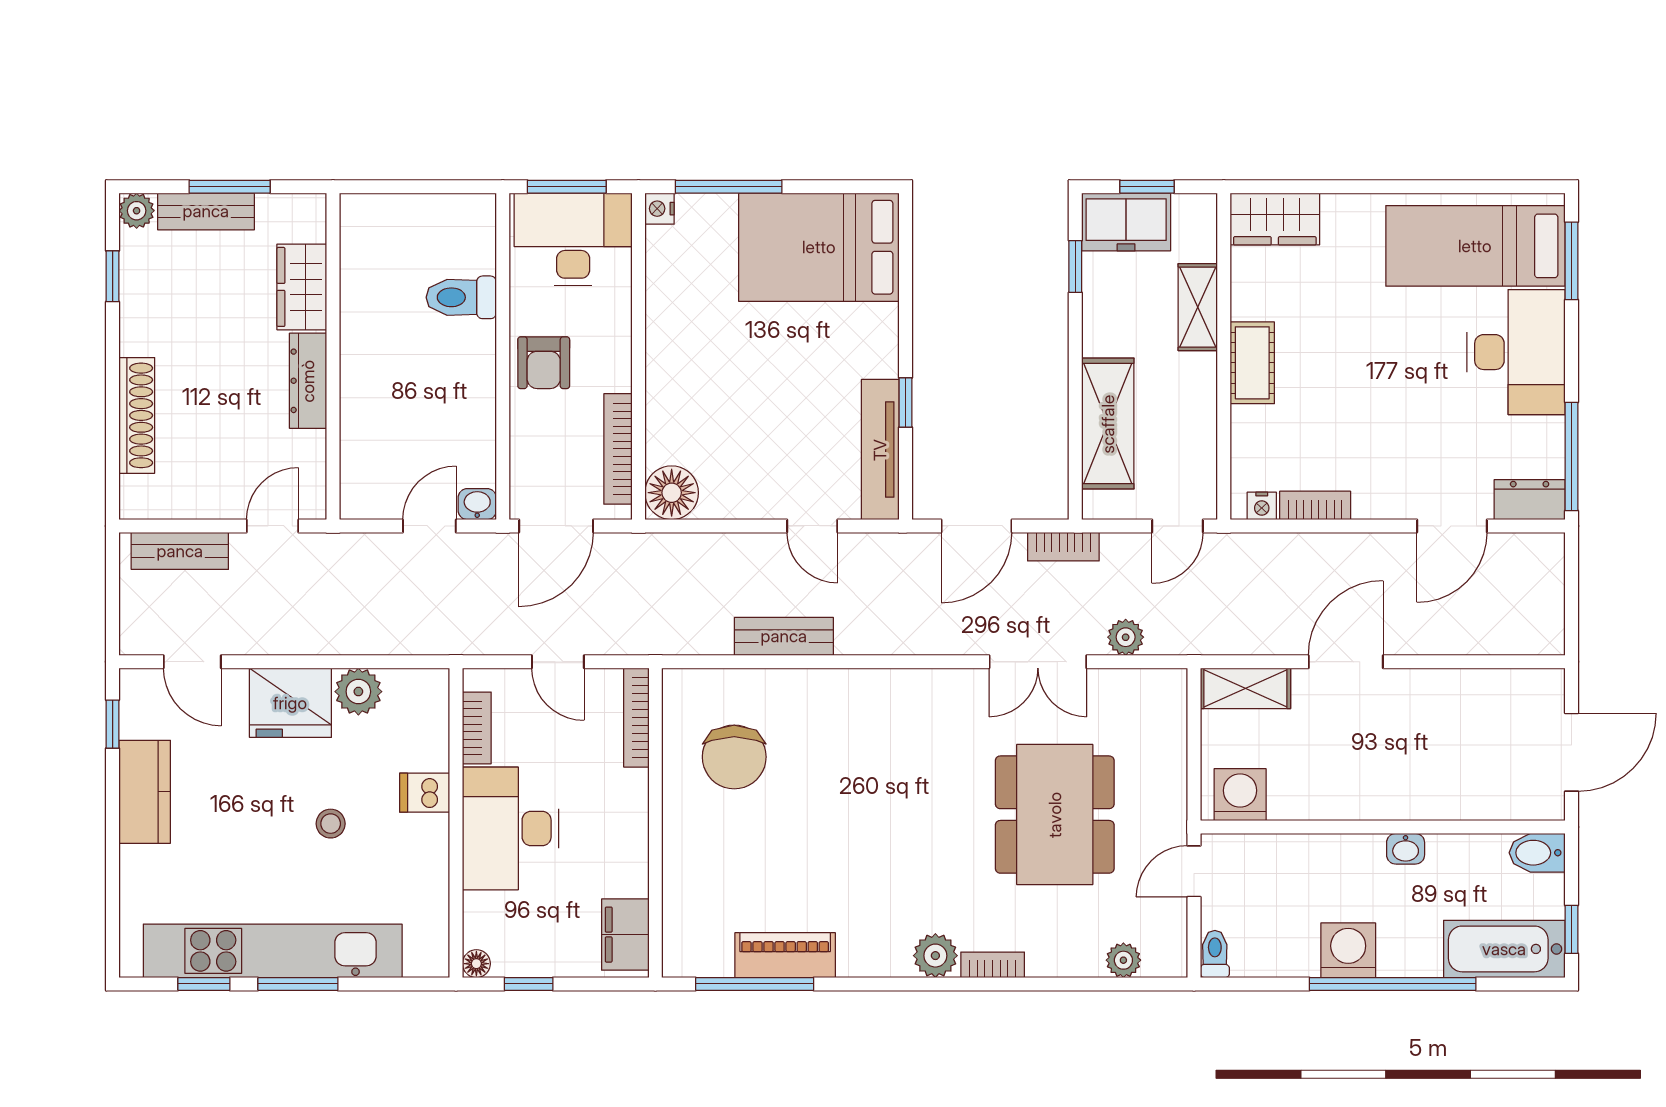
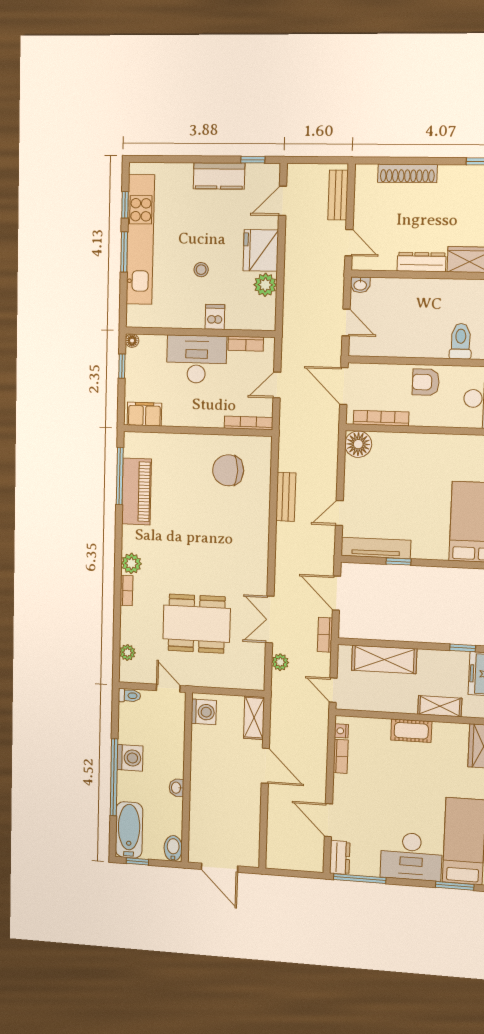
washbasin: (477, 504) -> (360, 285), moved, turned 90
piano: (785, 955) -> (137, 491), width x1.37, depth x1.33

